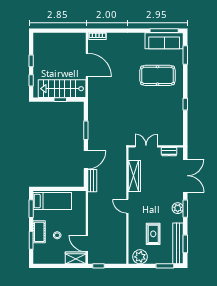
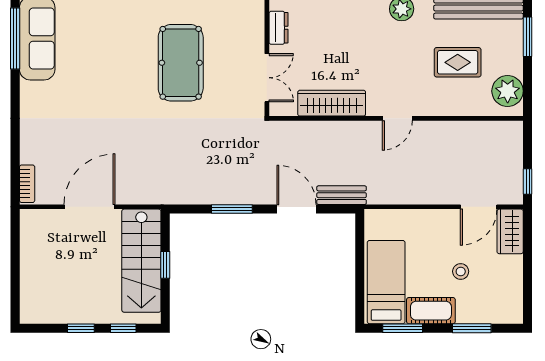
pool table: (158, 75) -> (181, 63), moved
double door: (146, 146) -> (267, 78), swing flipped
cot: (39, 232) -> (431, 311), moved

